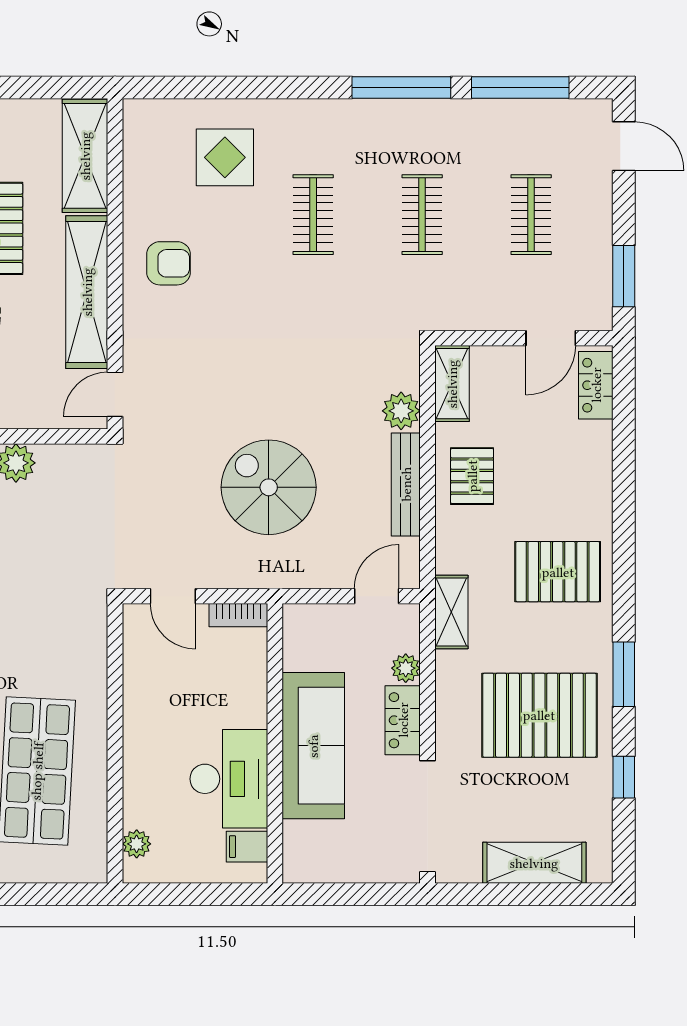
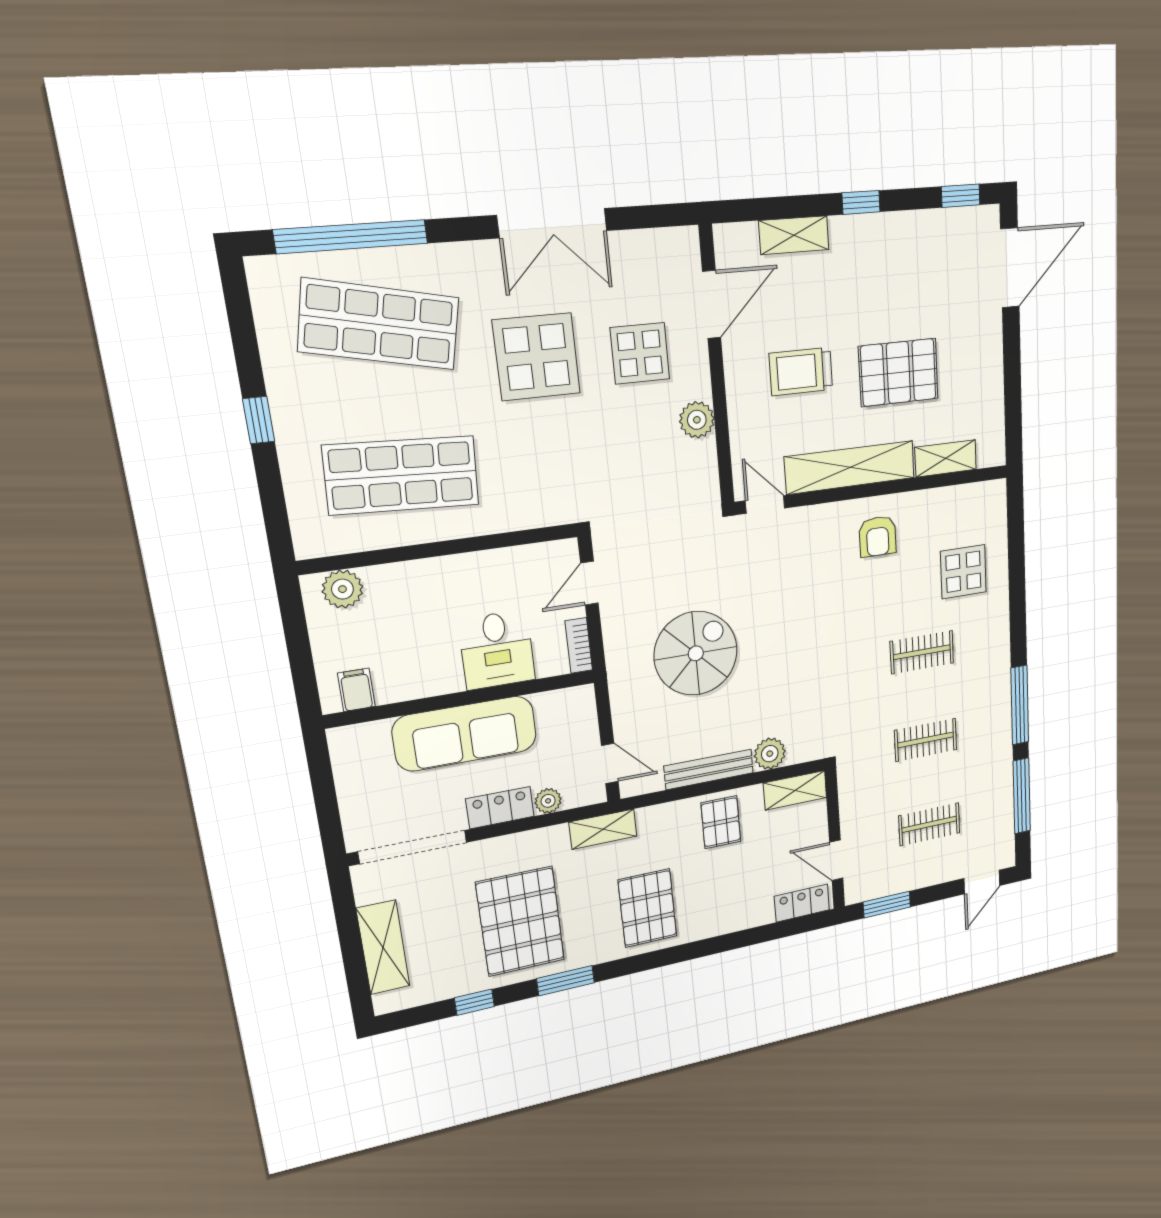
shelving: (85, 156) -> (946, 458), width x0.67, depth x0.75
pallet: (472, 476) -> (721, 822), turned 90
desk: (229, 779) -> (497, 650), moved, width x0.73
plant: (137, 844) -> (342, 589), width x1.38, depth x1.38

